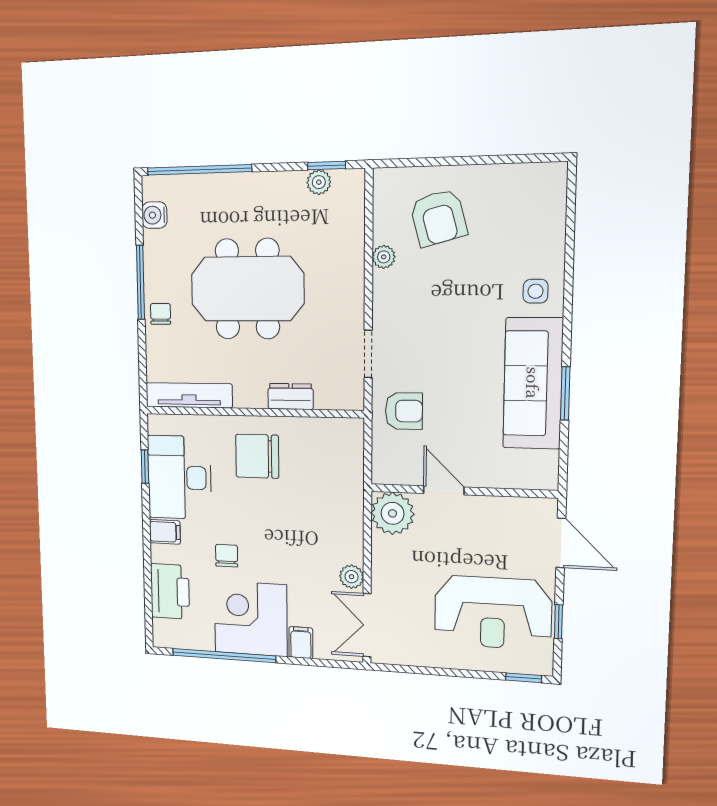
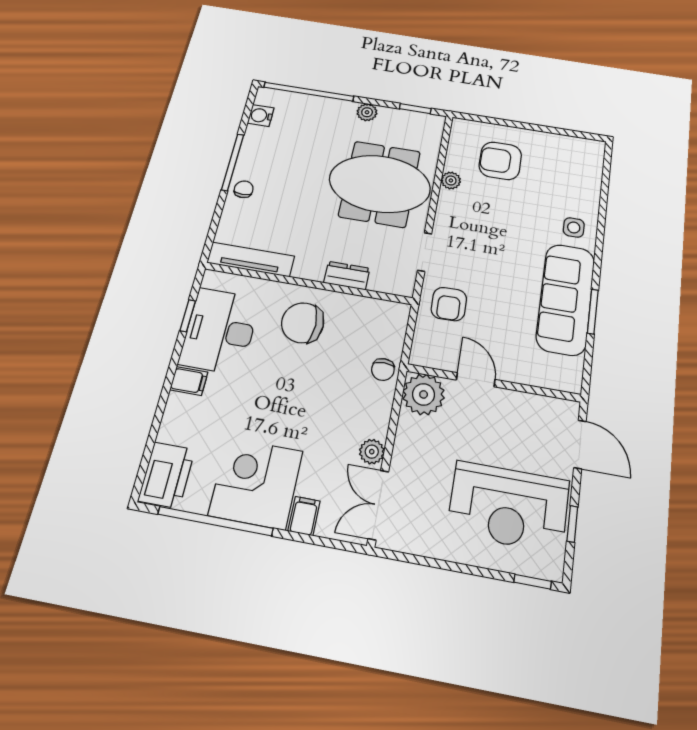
plant: (319, 182) -> (367, 112), moved
armchair: (438, 218) -> (500, 161), turned 105
meeting table: (247, 289) -> (380, 184), moved
armchair: (404, 411) -> (449, 304), turned 89
chair: (227, 556) -> (383, 369), moved, turned 180
printer: (170, 591) -> (167, 475), moved

